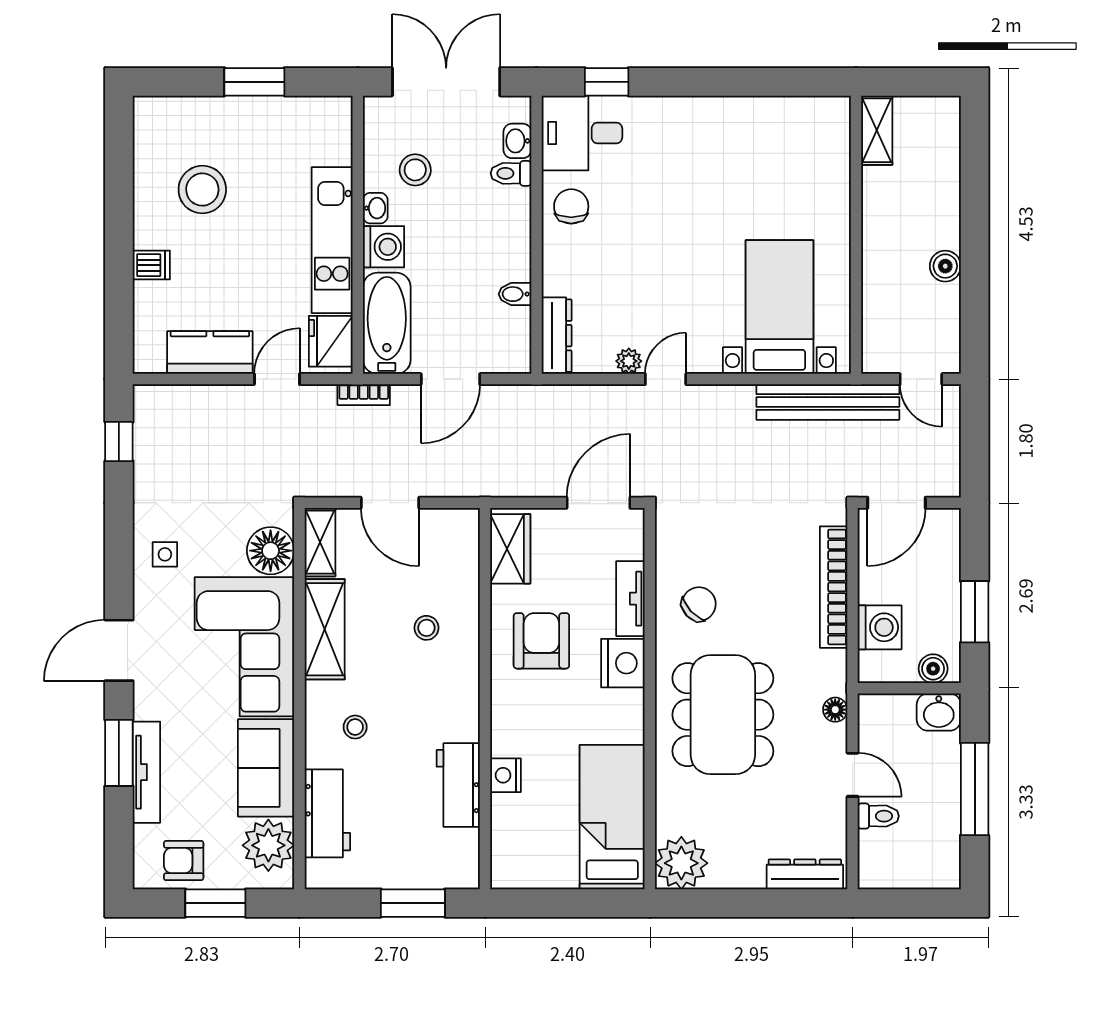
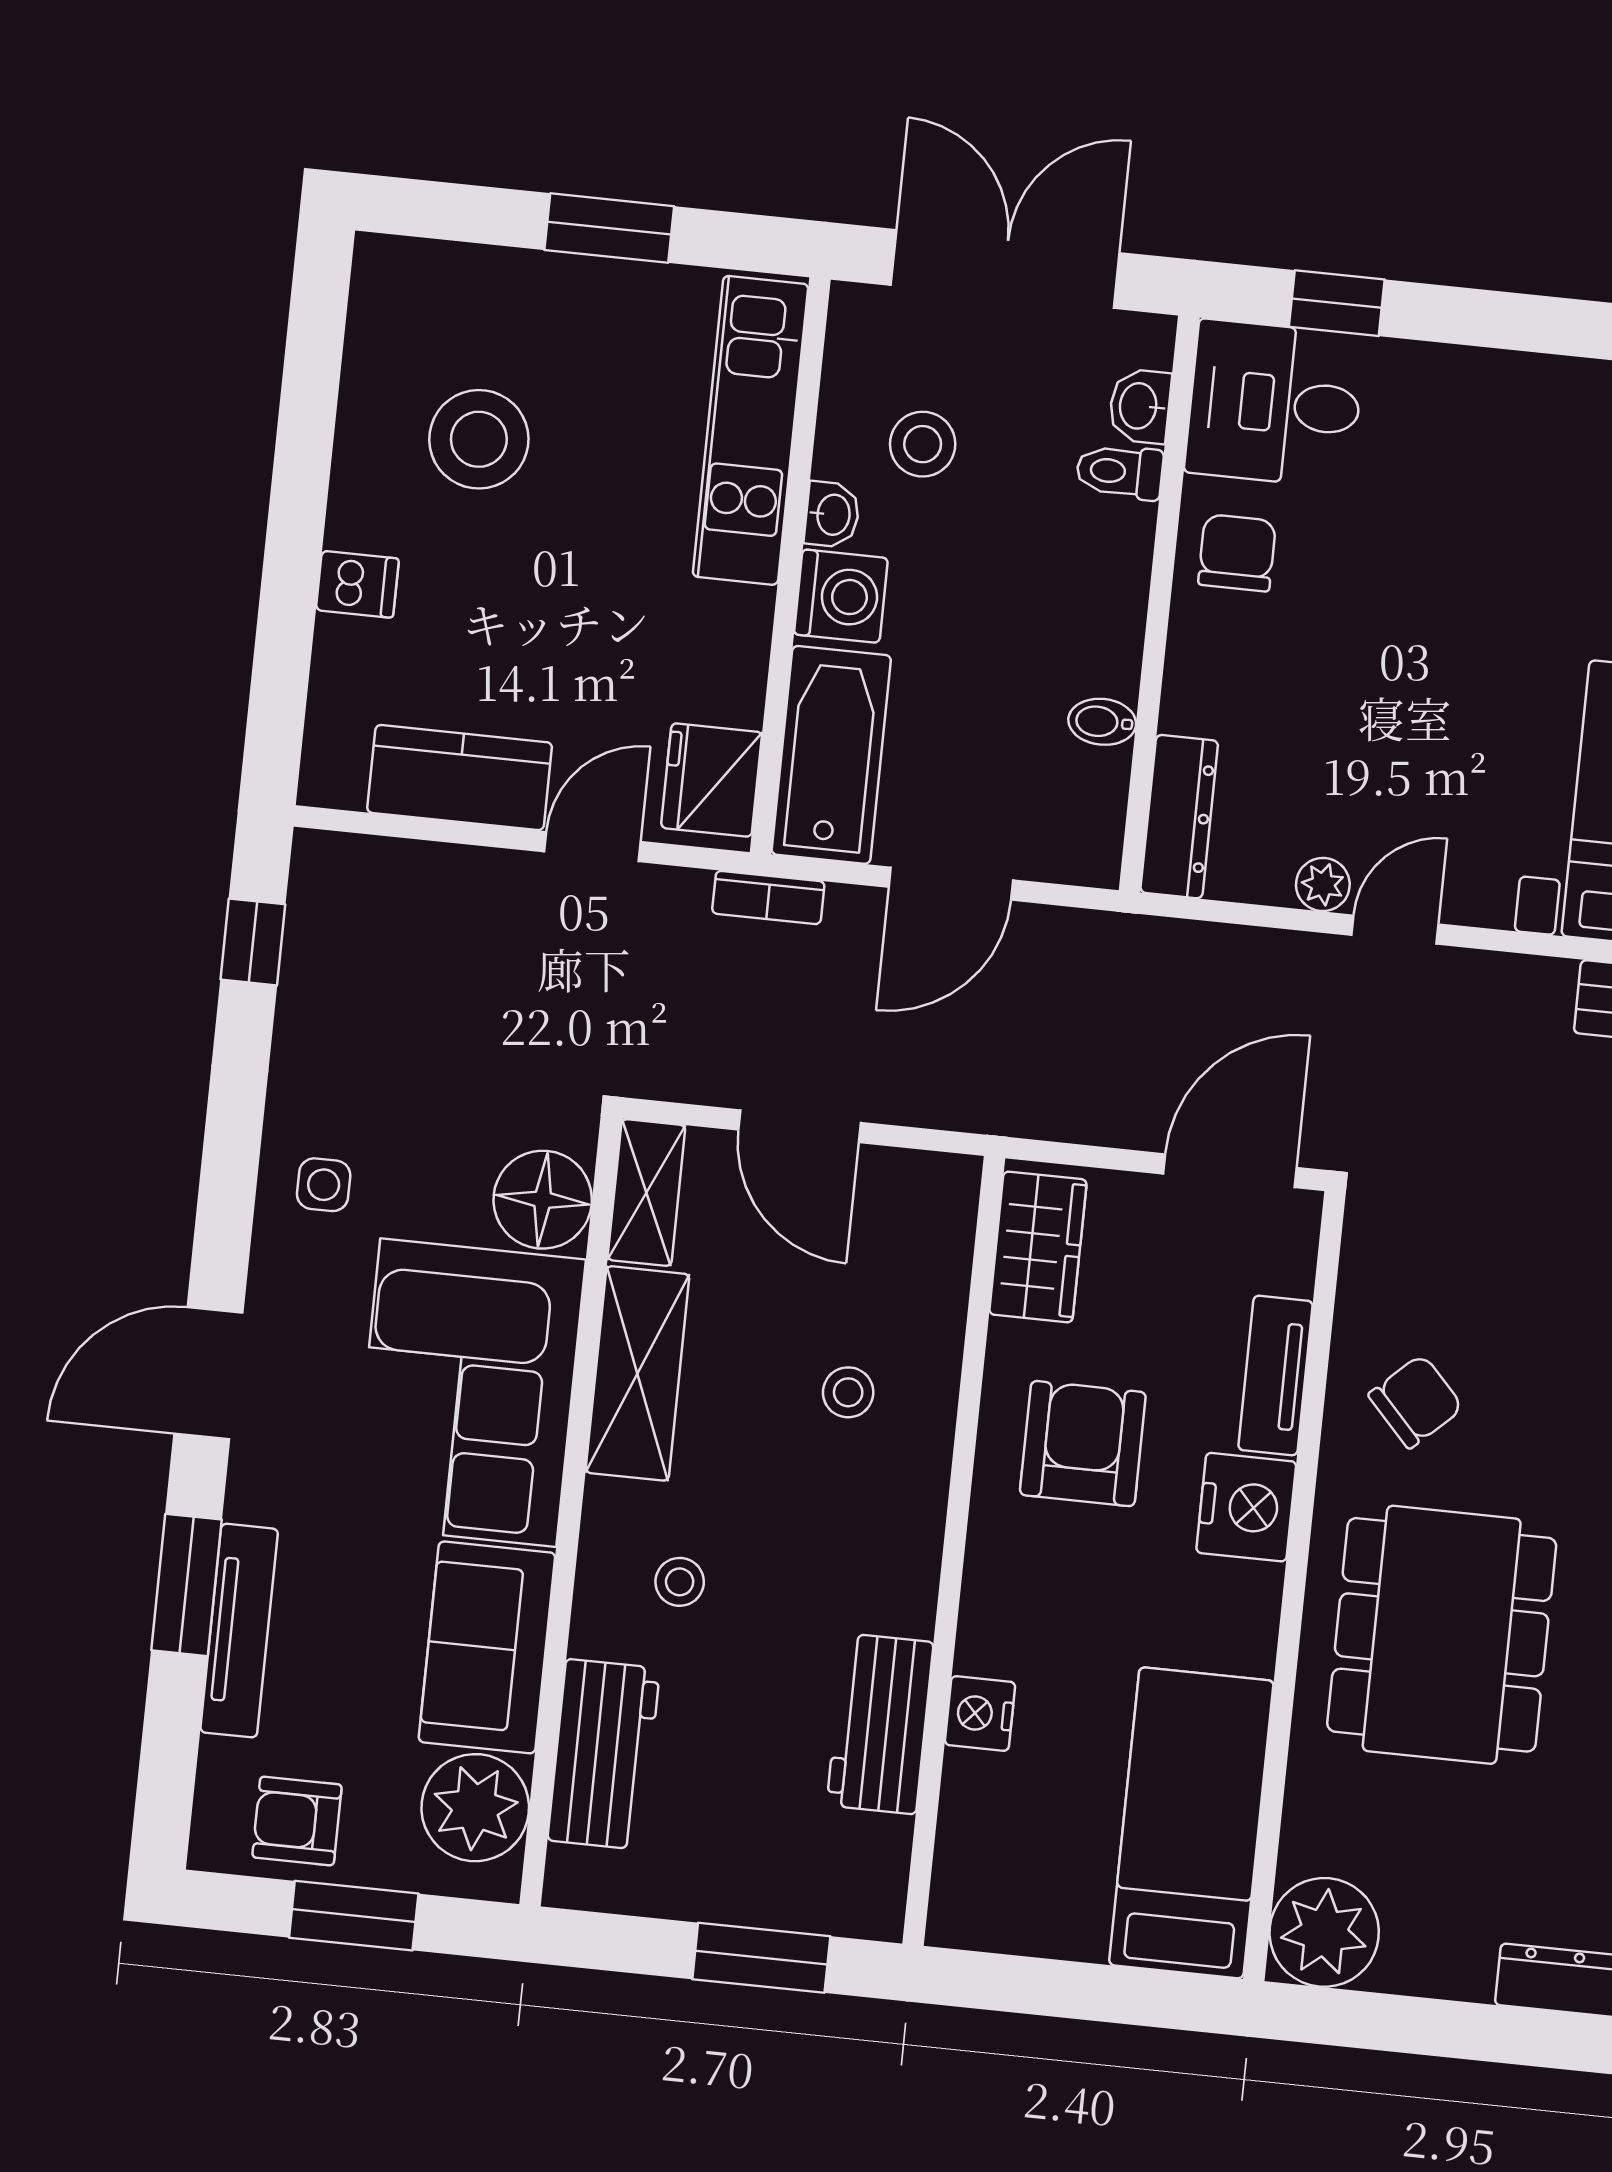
kitchen unit: (332, 240) -> (751, 430), moved

